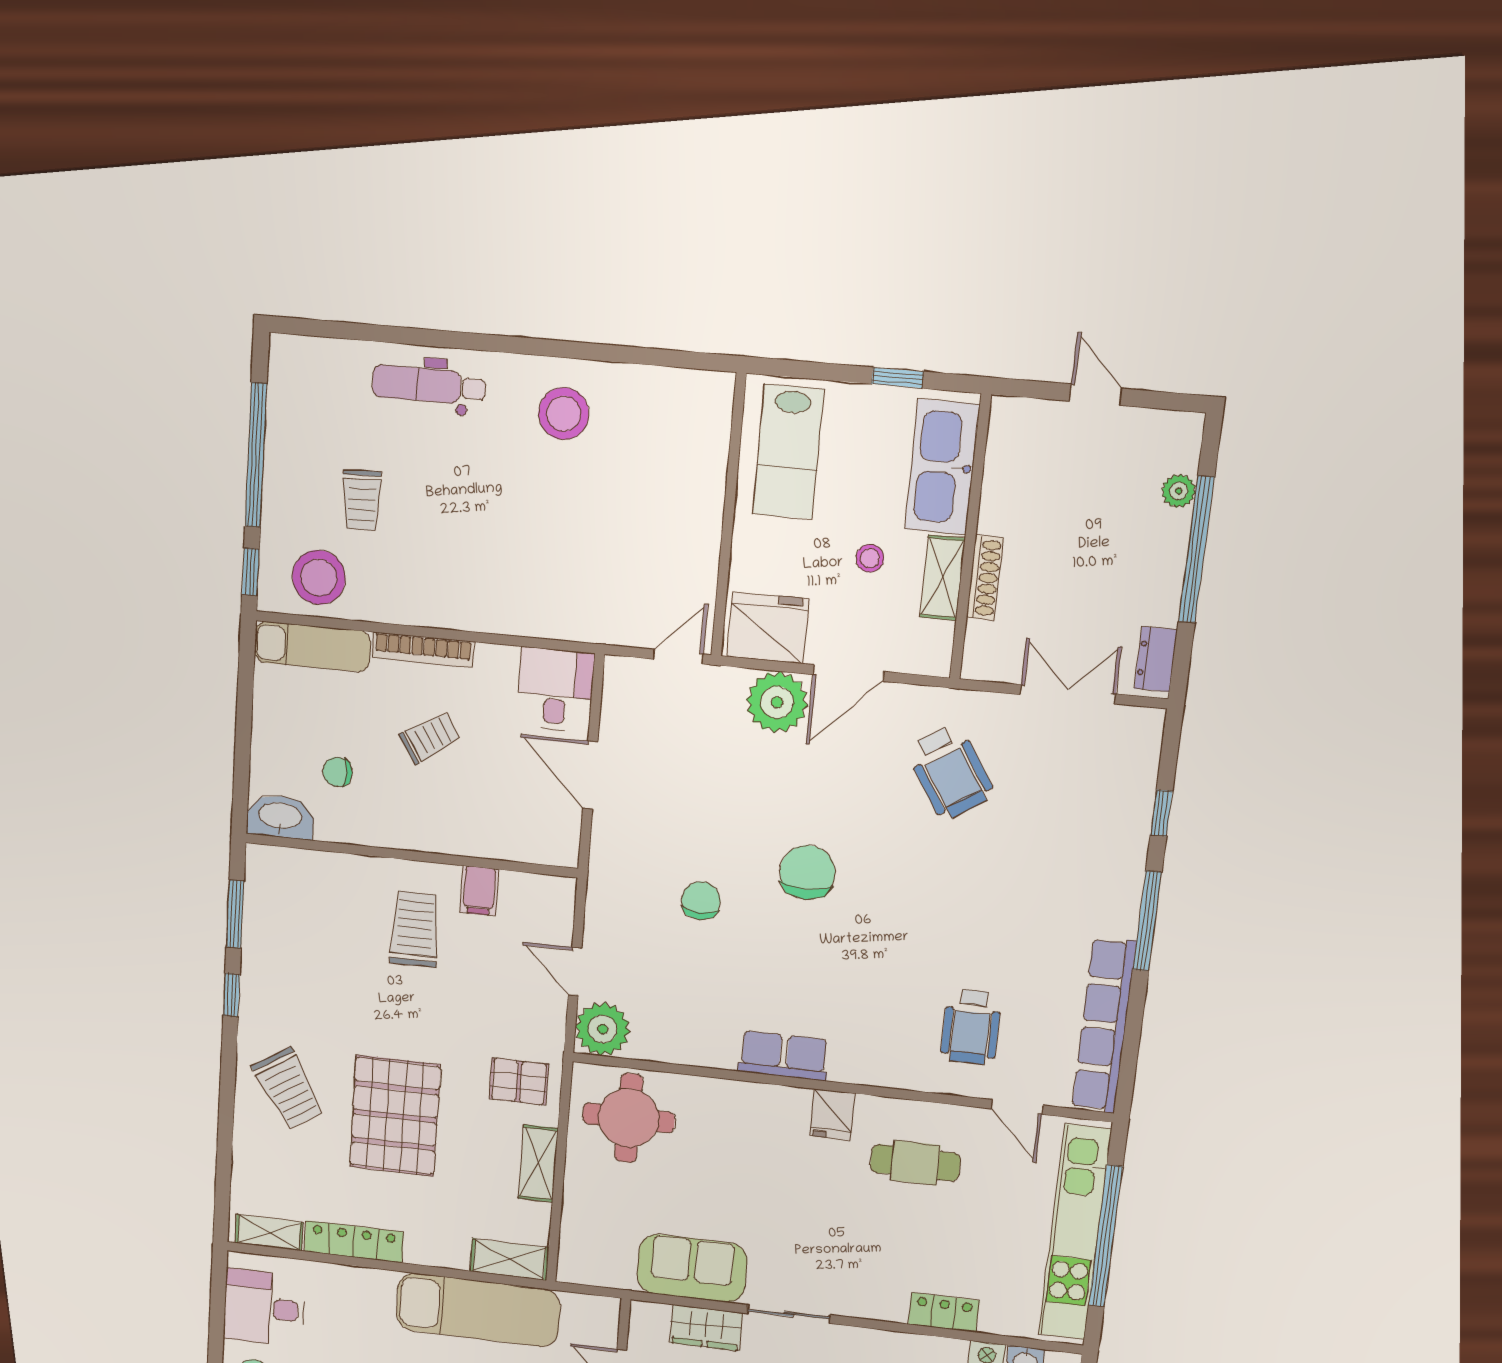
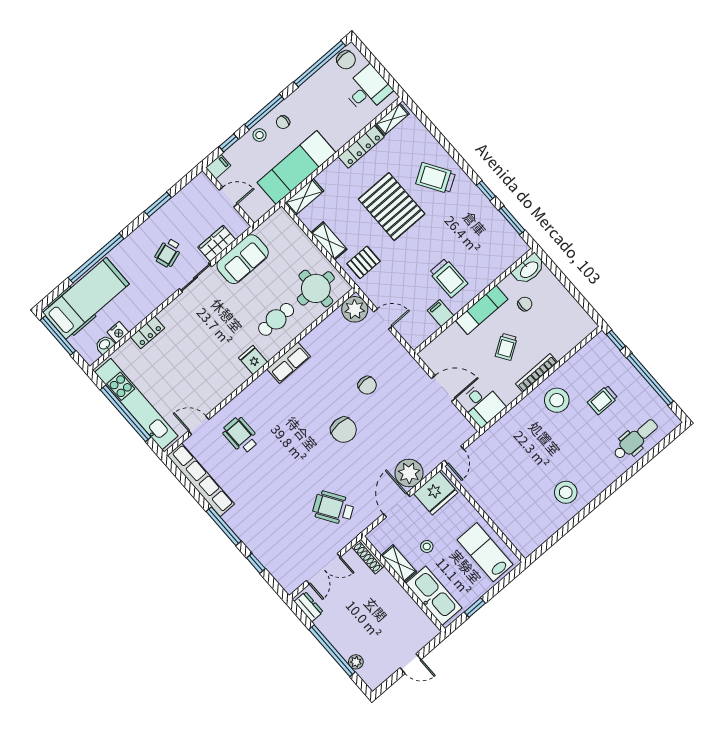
dental chair: (429, 385) -> (636, 439), moved
trolley: (362, 500) -> (603, 400), turned -88
stool: (319, 577) -> (557, 400), moved
shoe rack: (985, 578) -> (368, 556), moved
exam couch: (312, 647) -> (482, 310), moved, turned 180
cafe table: (915, 1163) -> (276, 319), moved

